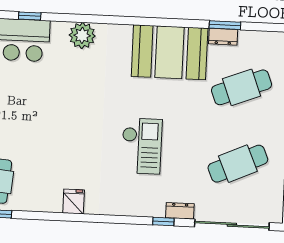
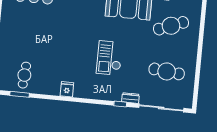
checkout: (142, 146) -> (109, 58), turned 180
cafe table: (238, 164) -> (167, 71), turned 30

